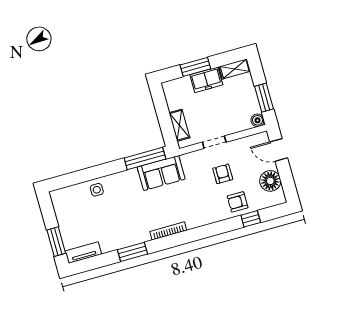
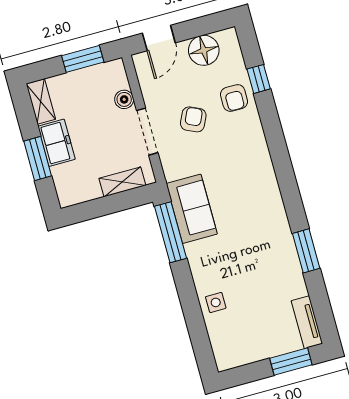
boiler: (258, 120) -> (124, 99), moved
doorway: (214, 142) -> (147, 132), width x1.38
armchair: (223, 174) -> (193, 119), turned 115
bookcase: (168, 231) -> (276, 199), removed

